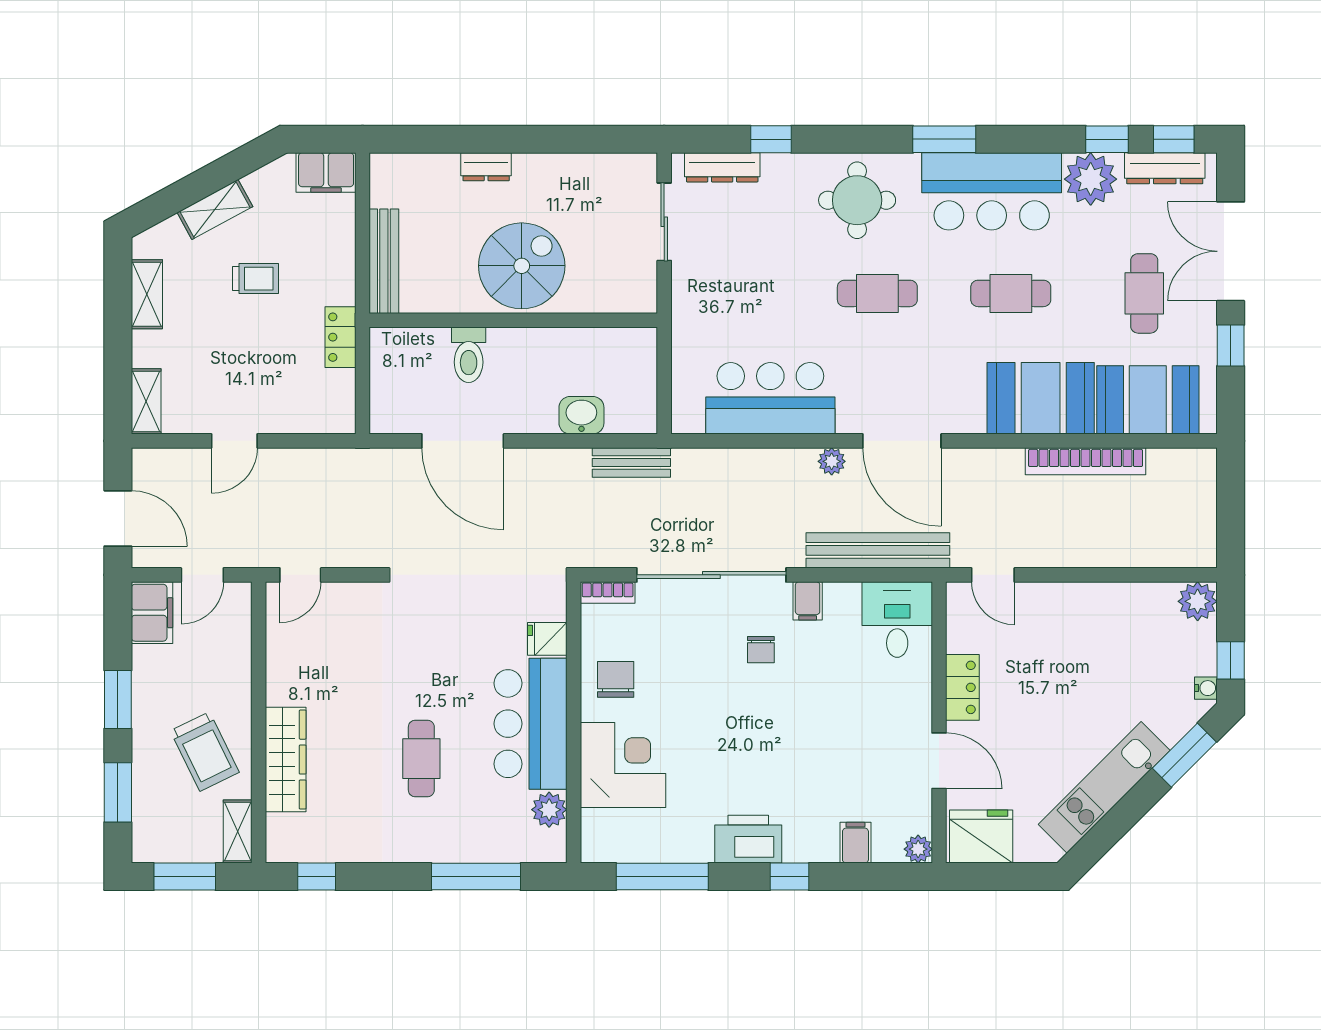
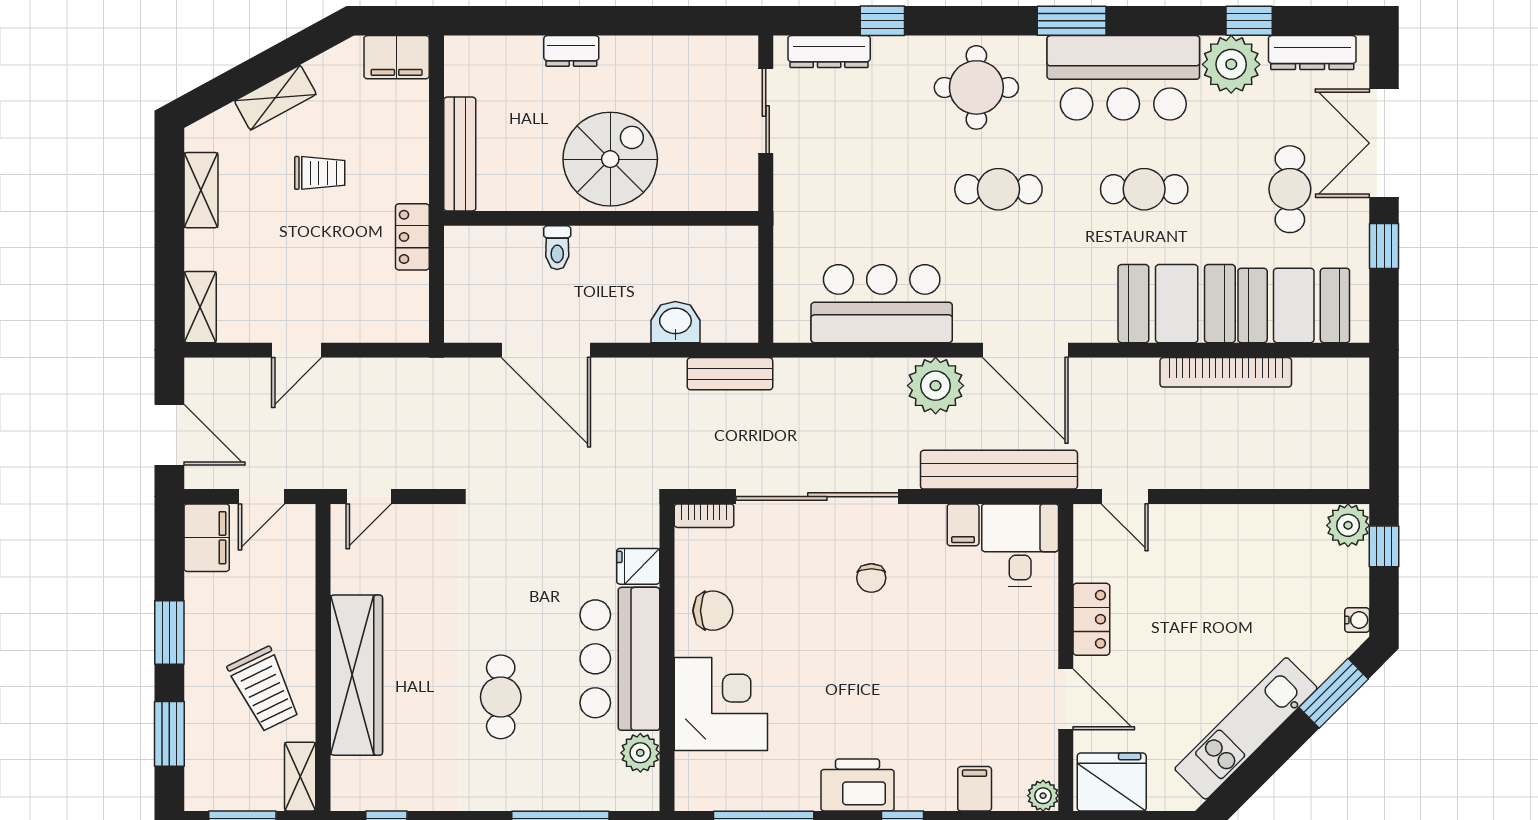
window: (1174, 139) -> (1322, 21), removed
toilet: (469, 355) -> (557, 248), width x0.73, depth x0.72
plant: (832, 461) -> (936, 386), width x1.88, depth x1.88
filing cabinet: (808, 601) -> (963, 525), moved
window: (1231, 660) -> (1384, 546), moved
chair: (616, 679) -> (713, 611), turned 90
wardrobe: (286, 760) -> (356, 675), width x1.40, depth x1.17

